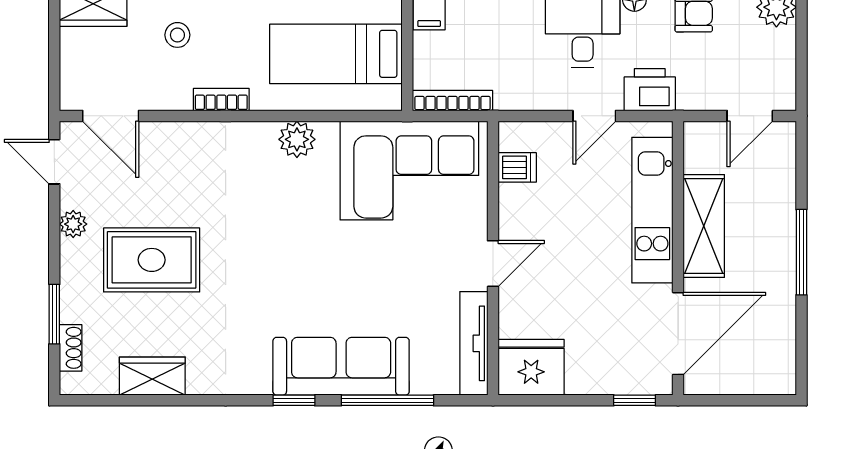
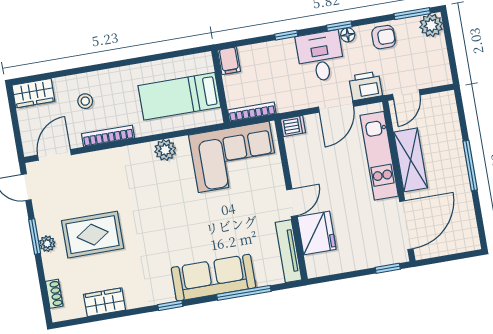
bookcase: (221, 100) -> (108, 136), width x1.56
door: (111, 116) -> (54, 155), swing flipped
door: (594, 116) -> (336, 107), width x1.38
door: (750, 116) -> (406, 95), moved
dishwasher: (517, 167) -> (293, 126), moved
plant: (73, 224) -> (47, 244), moved
window: (54, 314) -> (35, 237), moved
fridge: (531, 367) -> (317, 233), moved, turned 90
window: (294, 400) -> (170, 305), moved

